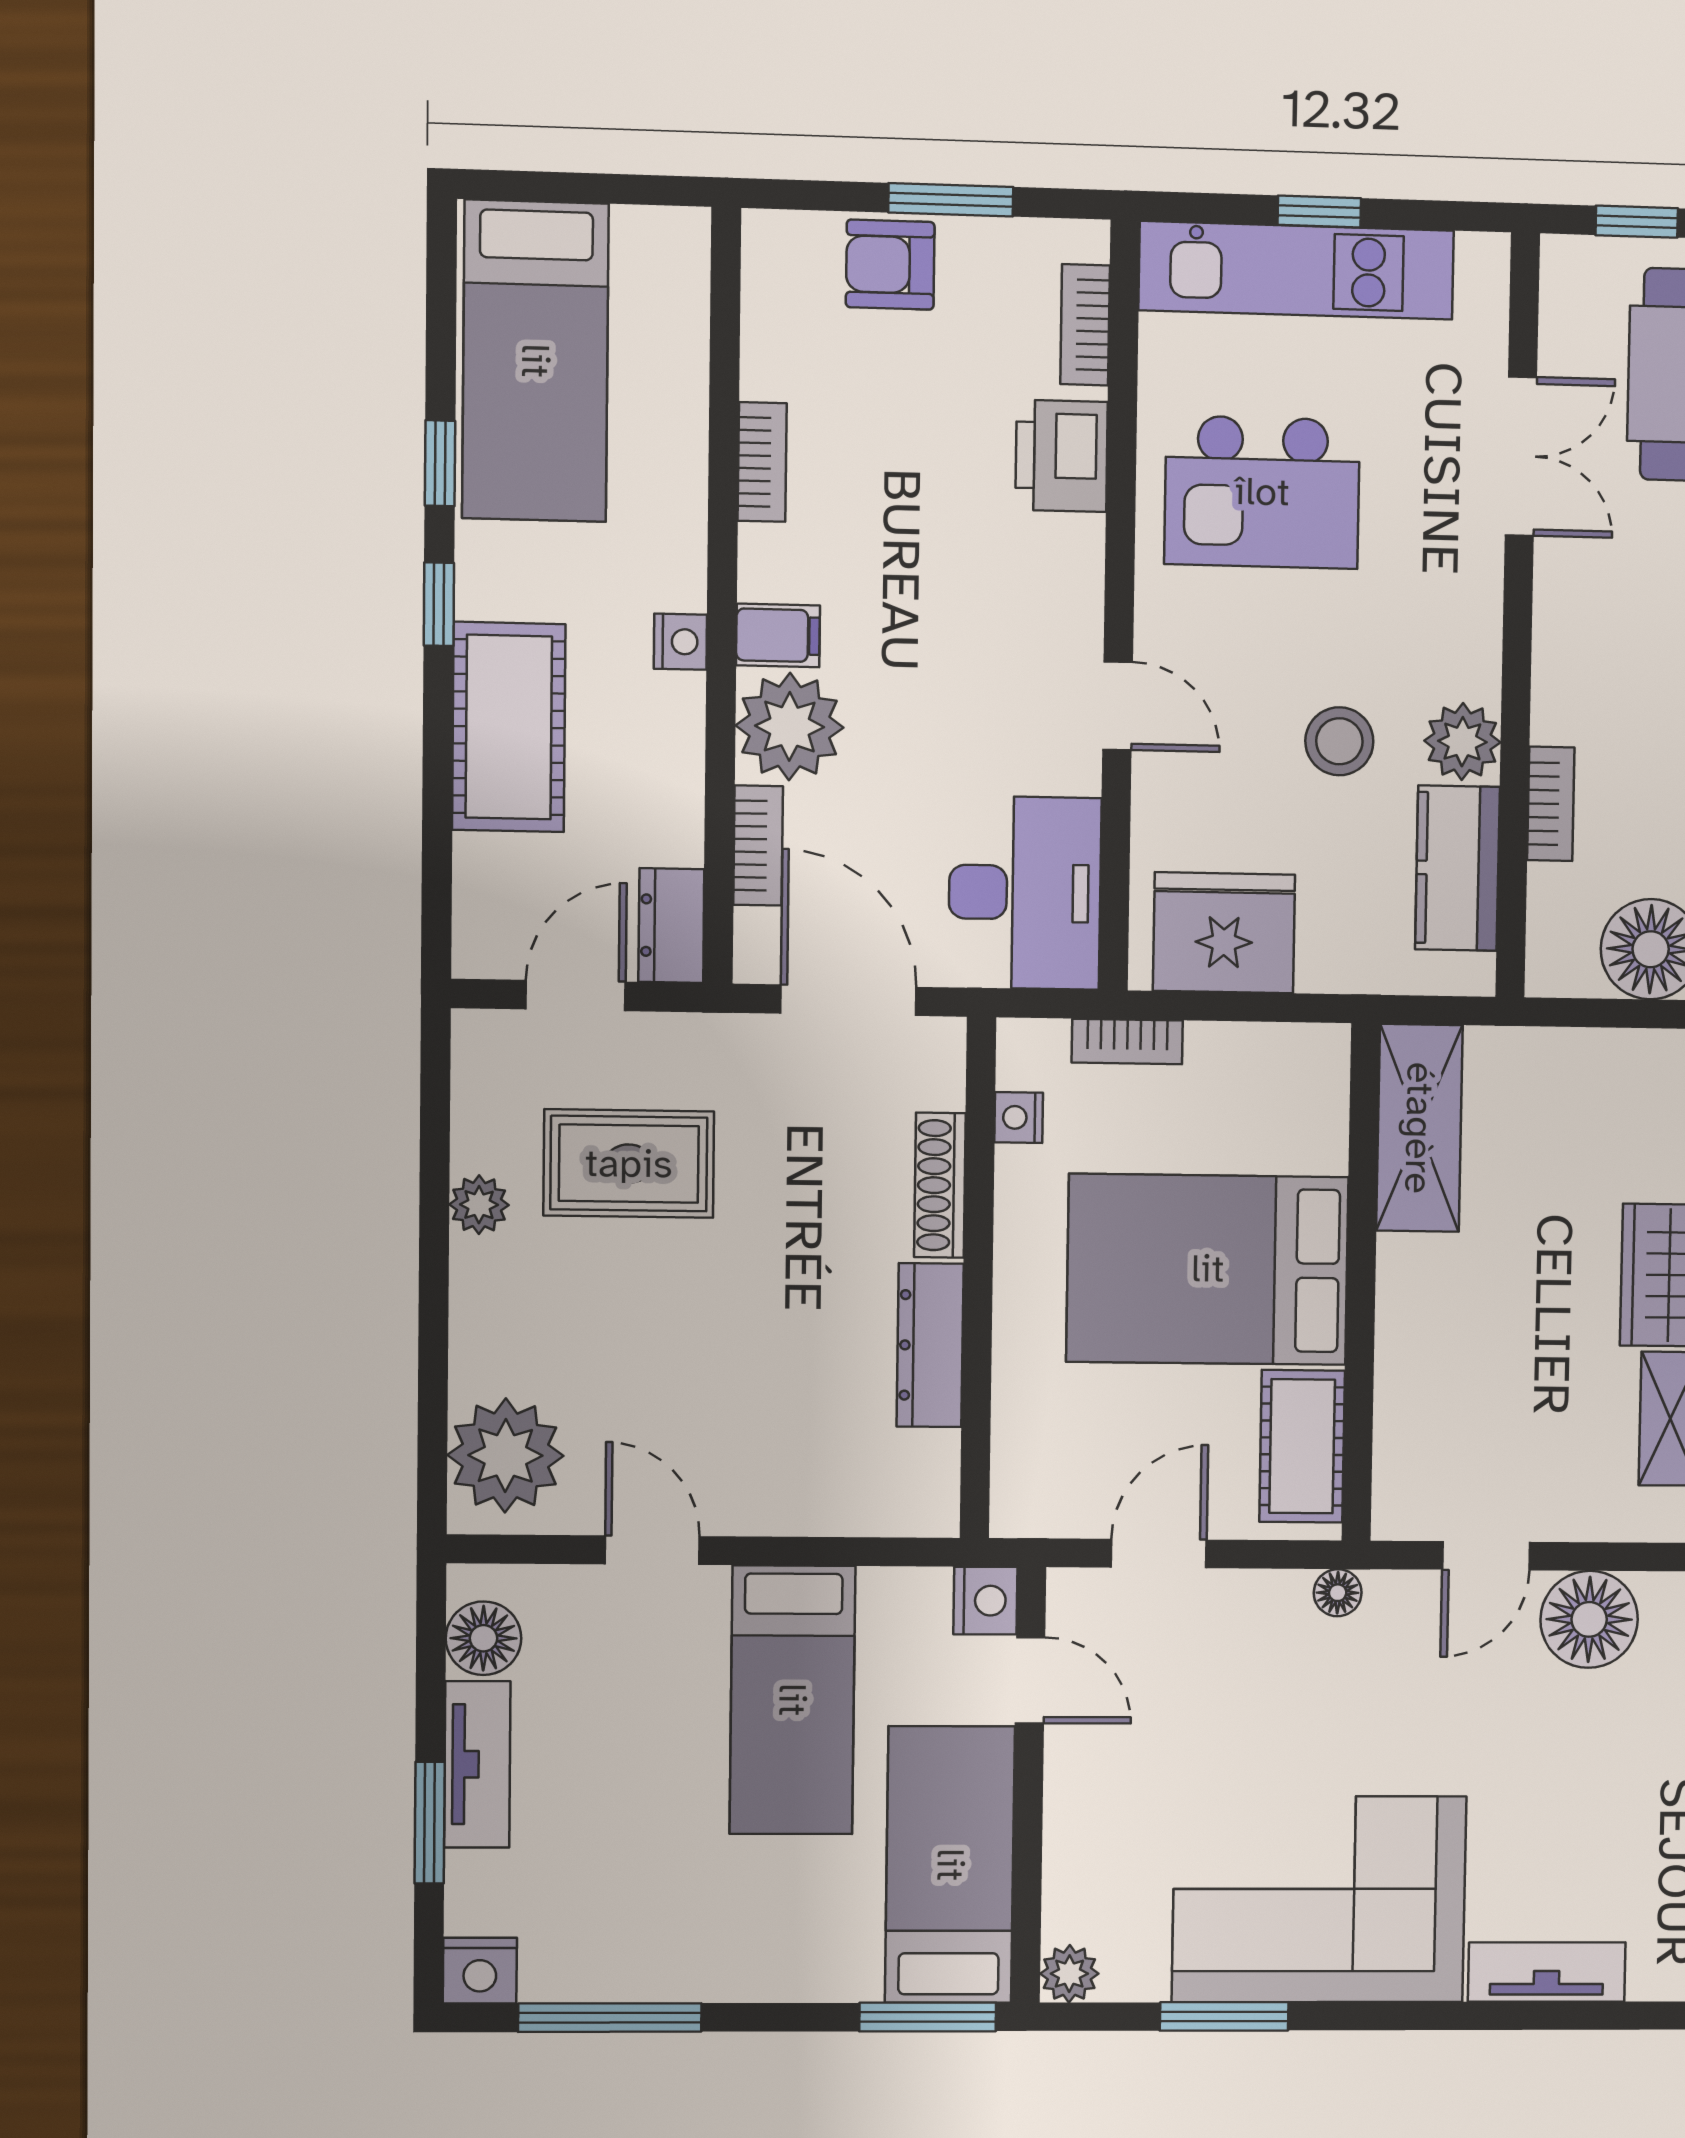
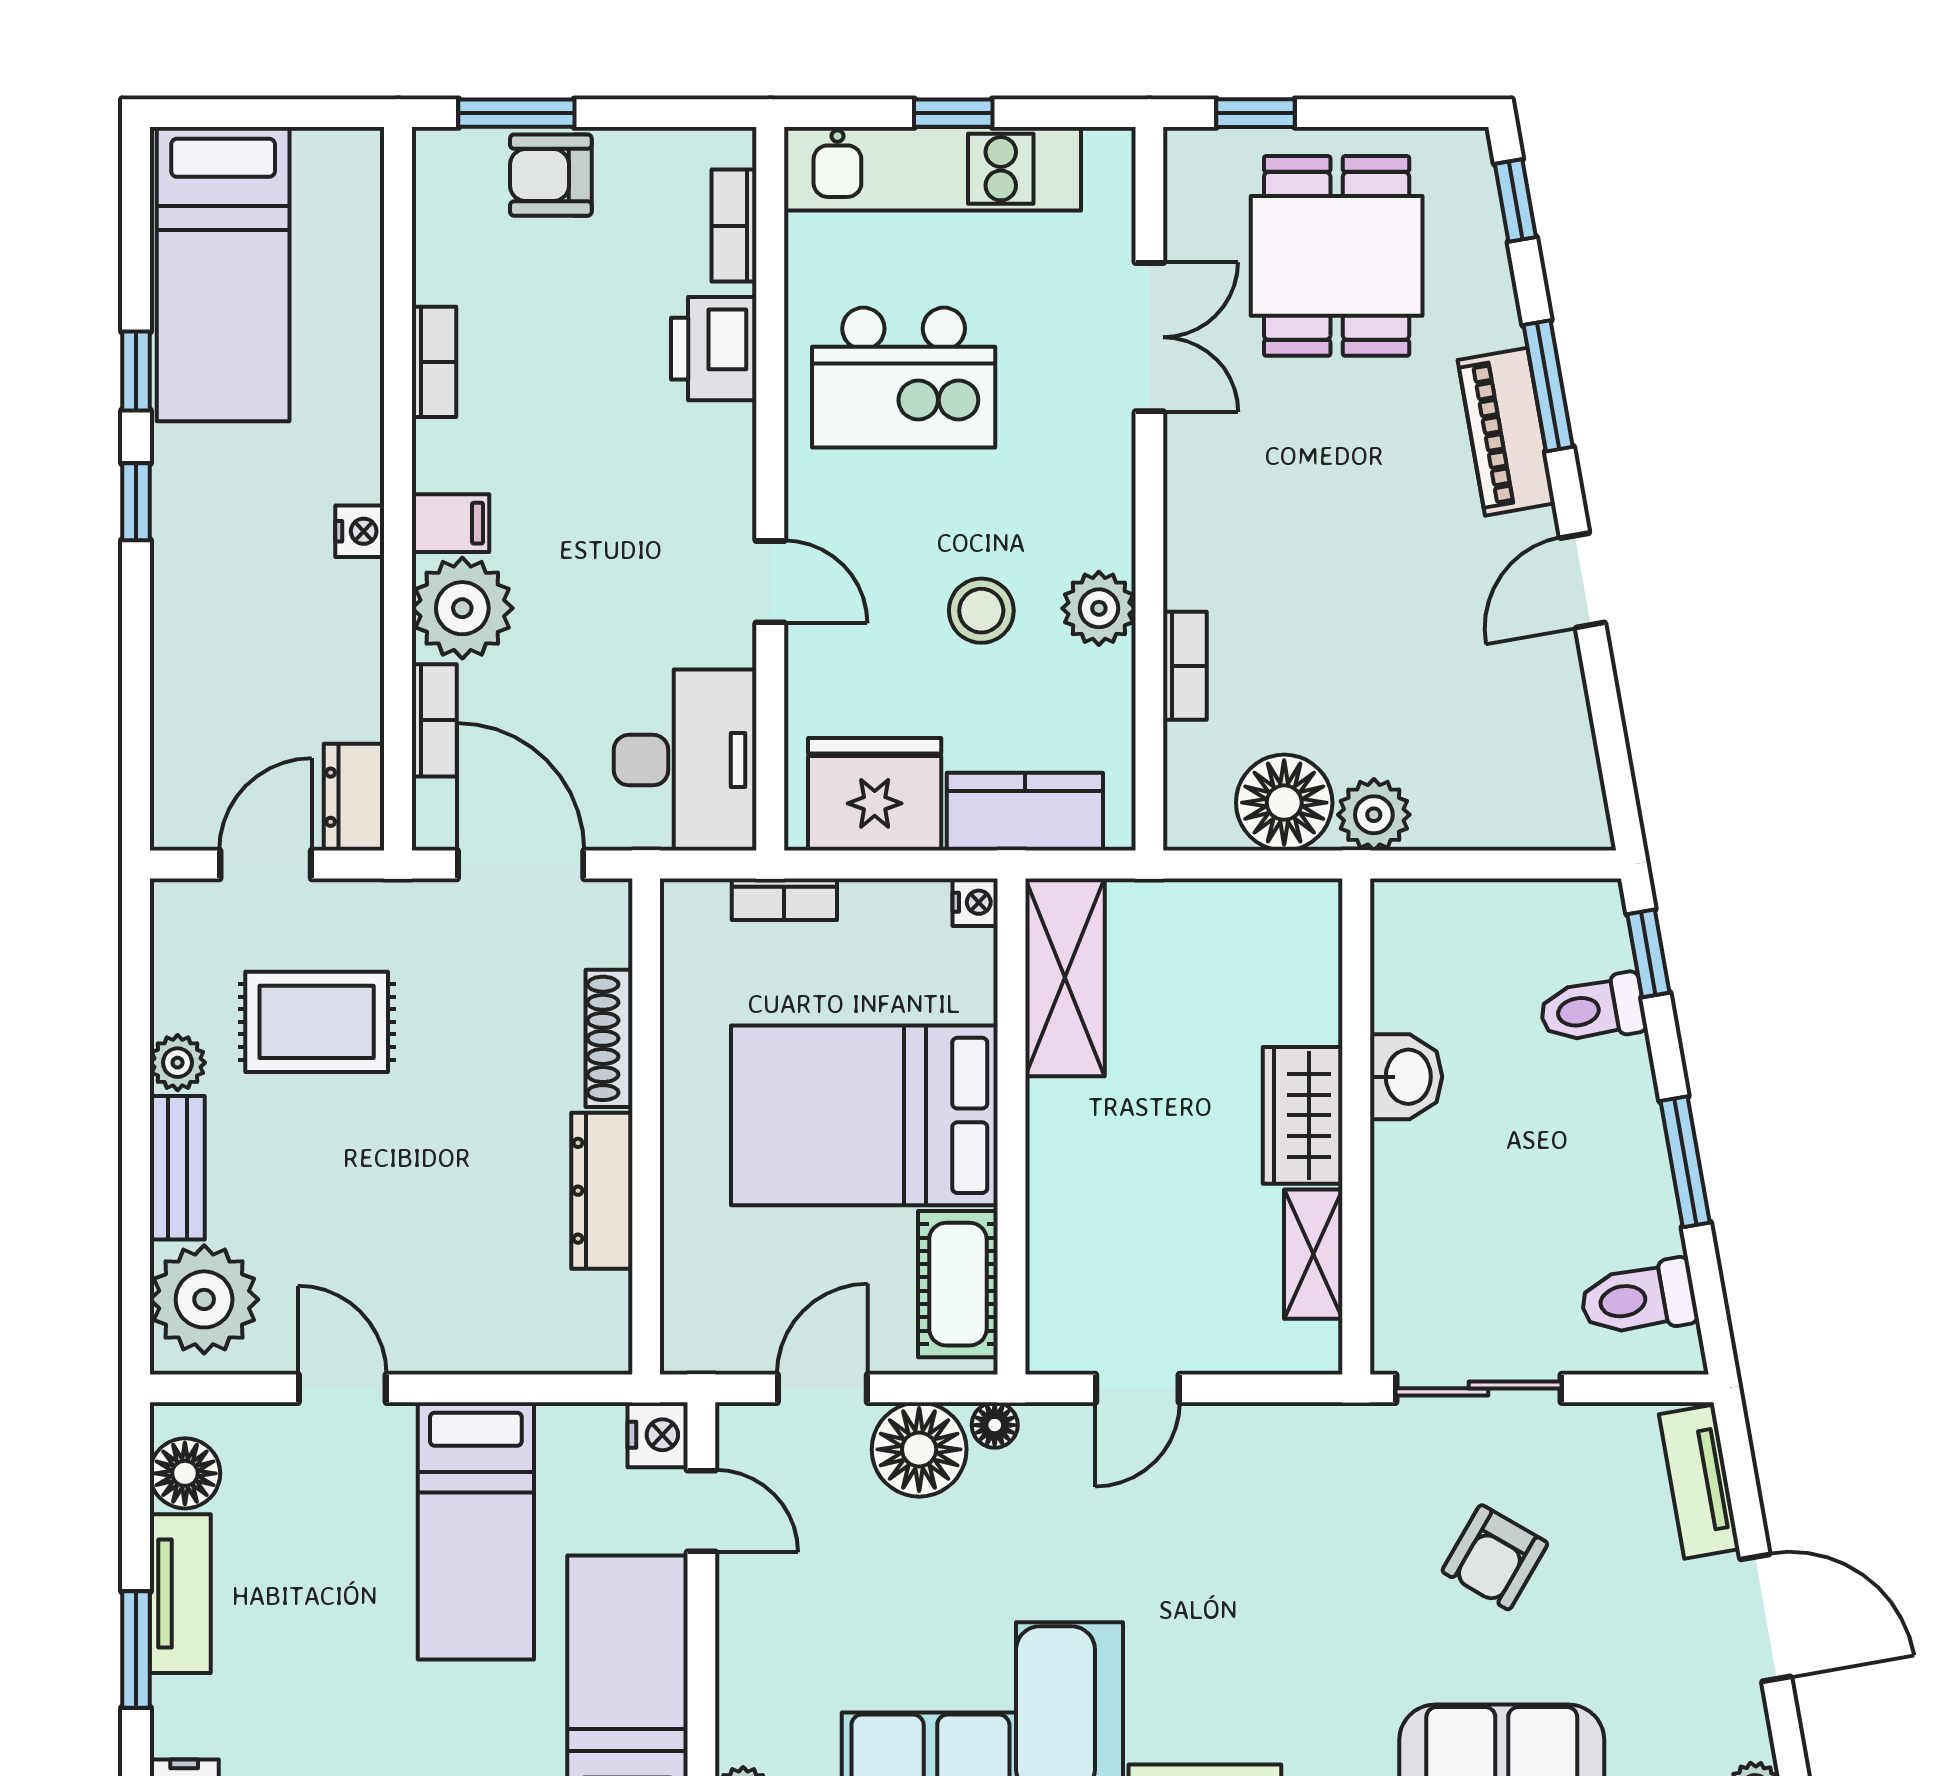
window: (951, 200) -> (516, 113), moved
cot: (509, 727) -> (201, 614), removed
kitchen counter: (1457, 868) -> (1025, 812), moved, turned 90
nightstand: (1019, 1117) -> (975, 902), moved, turned 180
bench: (478, 1316) -> (177, 1168), added
floor lamp: (1589, 1619) -> (919, 1449), moved

